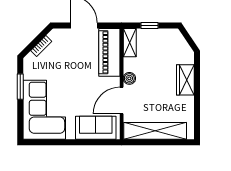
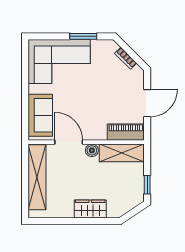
window: (149, 25) -> (147, 185), moved
shelving: (130, 43) -> (122, 153), width x1.50, depth x1.33
piano: (109, 52) -> (126, 132), width x0.73, depth x0.75

